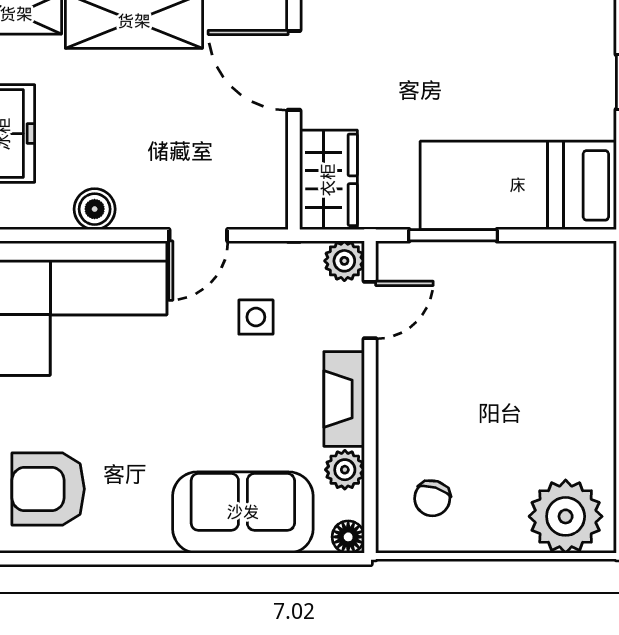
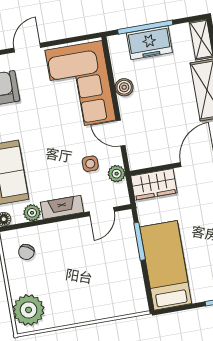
plant: (344, 261) -> (117, 174), moved
door: (370, 310) -> (102, 212), hinge flipped
chair: (432, 498) -> (26, 252), turned -78

